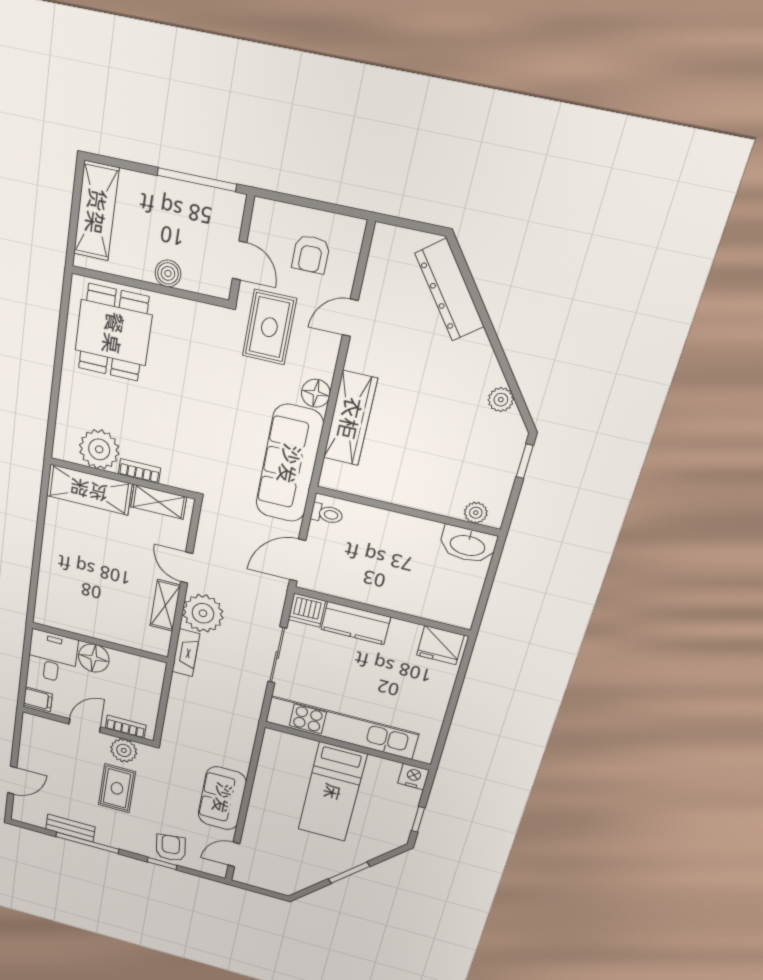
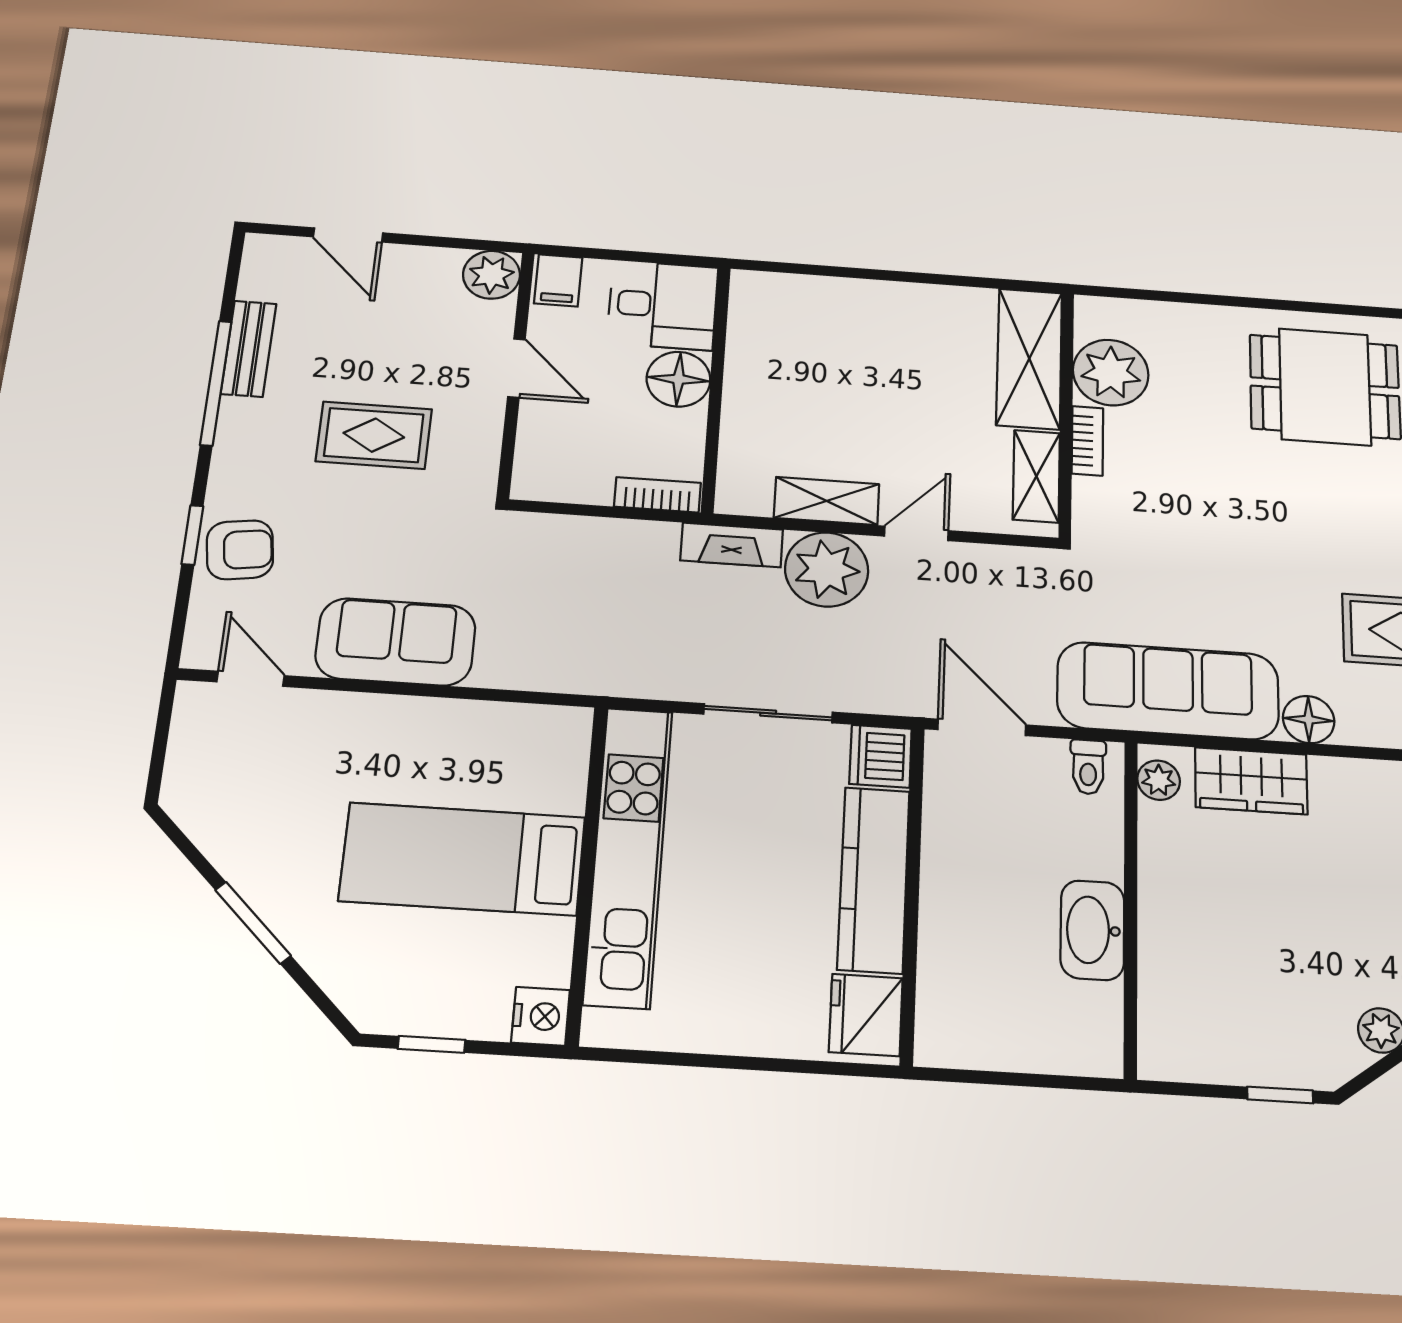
wardrobe: (350, 418) -> (1251, 781), width x0.67
plant: (476, 513) -> (1159, 780), moved
washbasin: (468, 545) -> (1092, 930), moved
kitchen counter: (356, 623) -> (874, 880), width x1.50
bookcase: (126, 727) -> (657, 495), moved, turned -90
plant: (124, 750) -> (491, 275), moved

